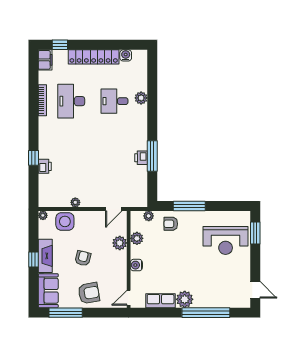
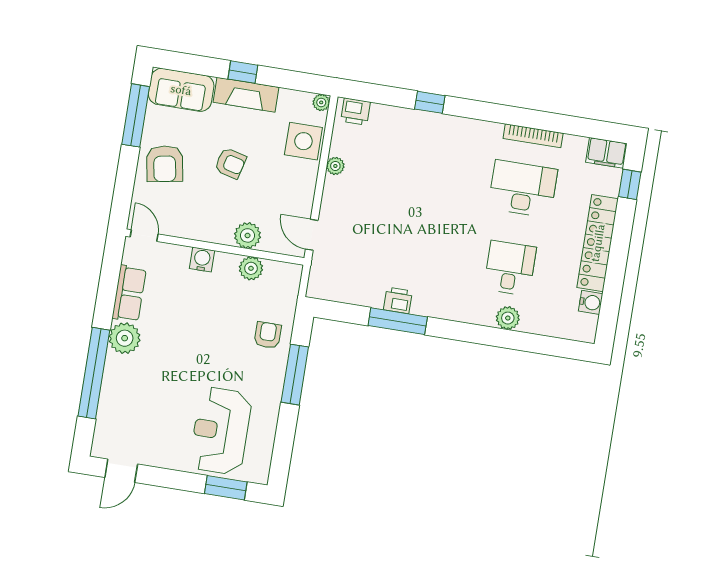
printer: (45, 166) -> (355, 112), moved
plant: (149, 216) -> (289, 297), removed

